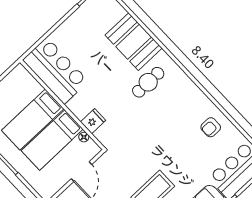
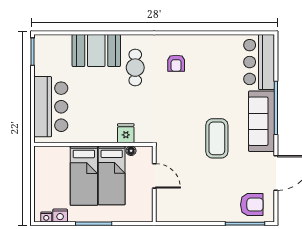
bar counter: (56, 71) -> (51, 107), moved, turned 90
armchair: (211, 127) -> (176, 63), moved

